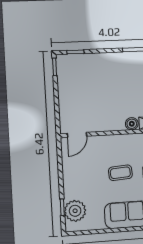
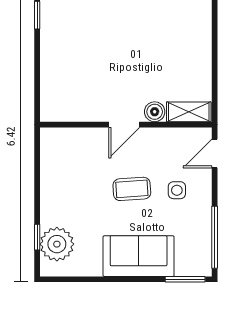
door: (77, 135) -> (124, 125), moved

